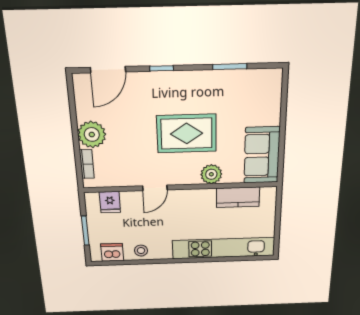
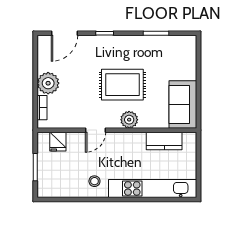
plant: (211, 174) -> (129, 120), moved
stool: (141, 251) -> (94, 181), moved
dishwasher: (112, 252) -> (56, 189), removed

